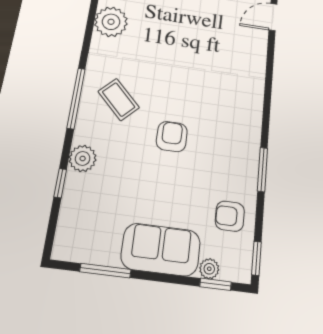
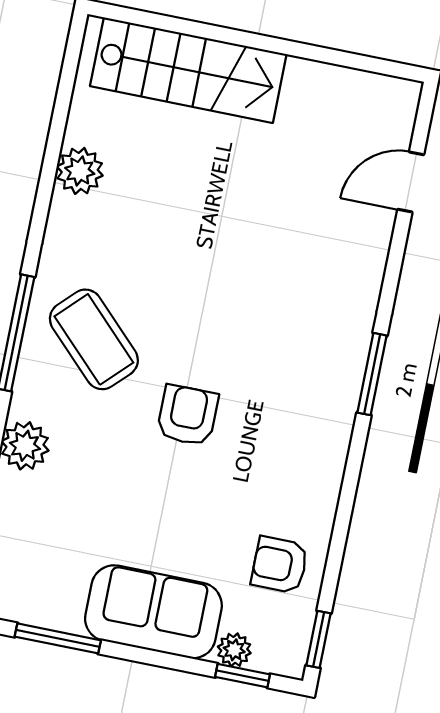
plant: (111, 22) -> (80, 171), width x0.73, depth x0.73
coffee table: (119, 99) -> (94, 339), width x1.36, depth x1.30
window: (262, 169) -> (372, 374), moved

